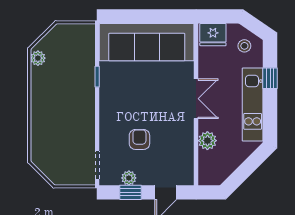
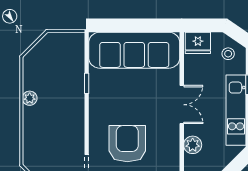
plant: (38, 58) -> (30, 98), moved
armchair: (139, 139) -> (127, 144), width x1.88, depth x1.88

